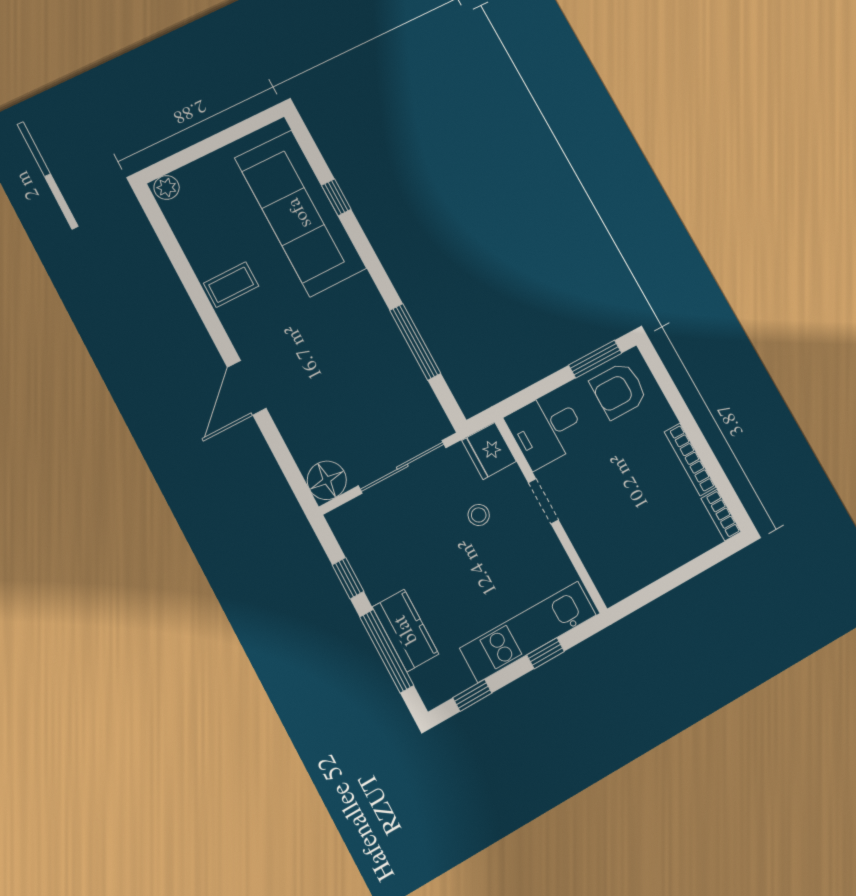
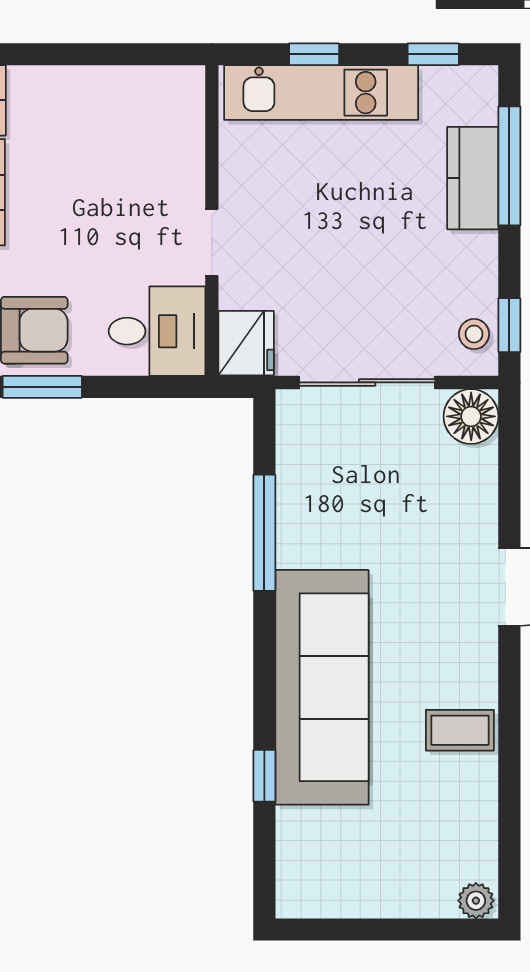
sofa: (300, 213) -> (322, 687), moved
stool: (479, 515) -> (474, 334), moved
window: (348, 578) -> (509, 325), moved

